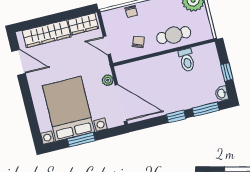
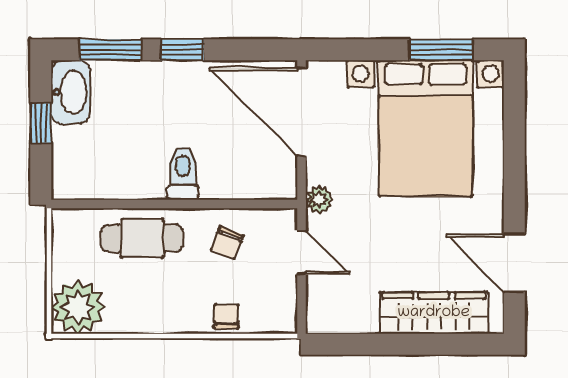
wardrobe: (83, 24) -> (344, 315), removed
toilet: (187, 60) -> (183, 173), moved
plant: (108, 80) -> (319, 200), moved
washbasin: (222, 93) -> (71, 92), width x1.91, depth x1.45
window: (81, 140) -> (441, 50), moved

